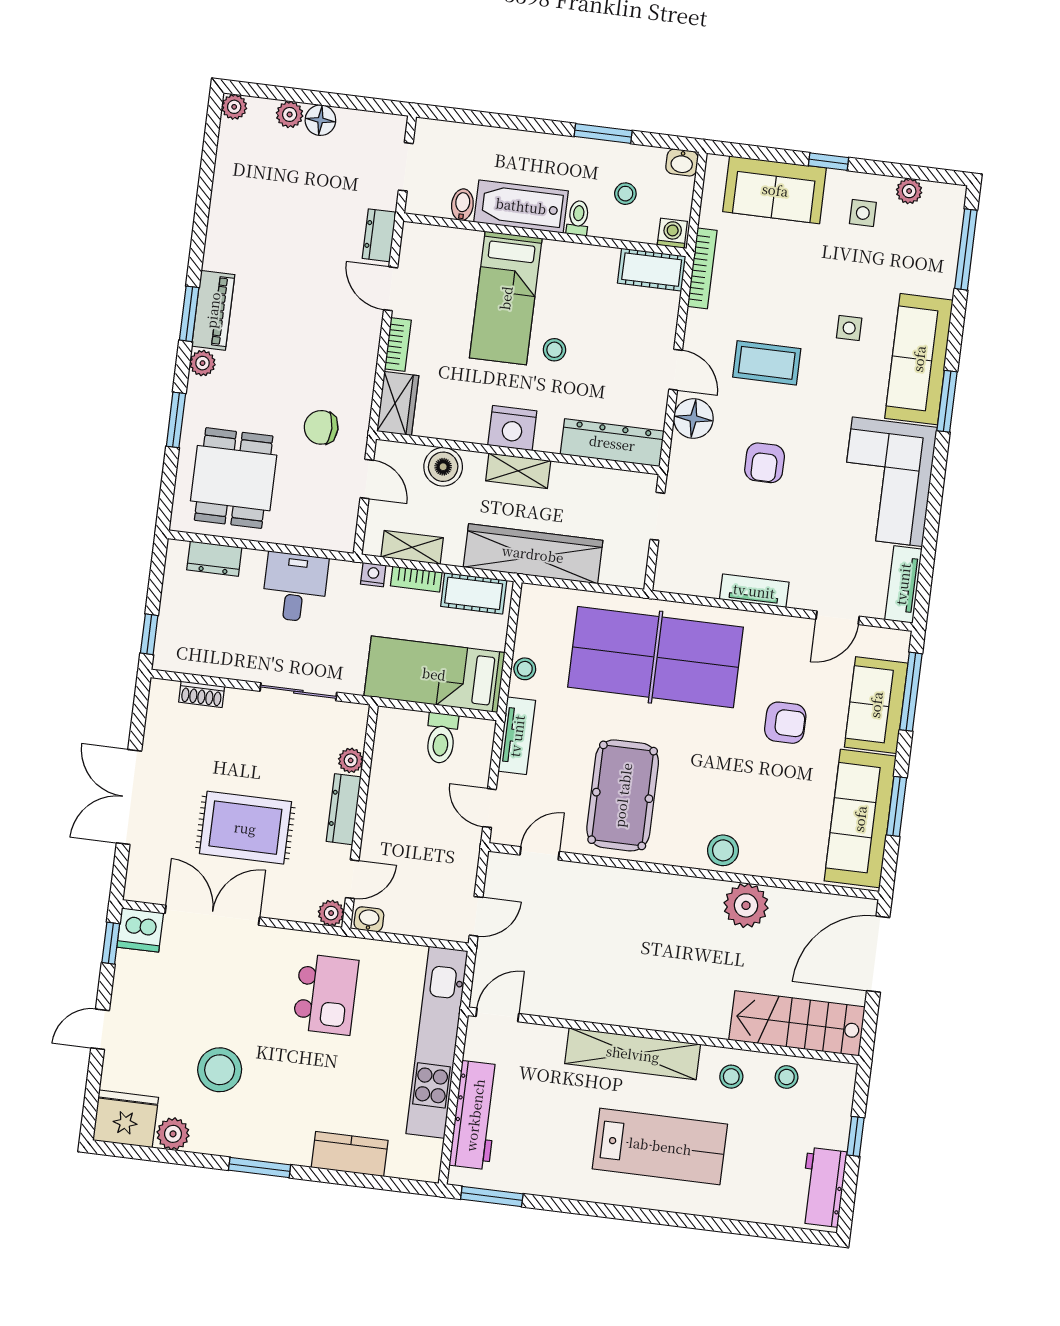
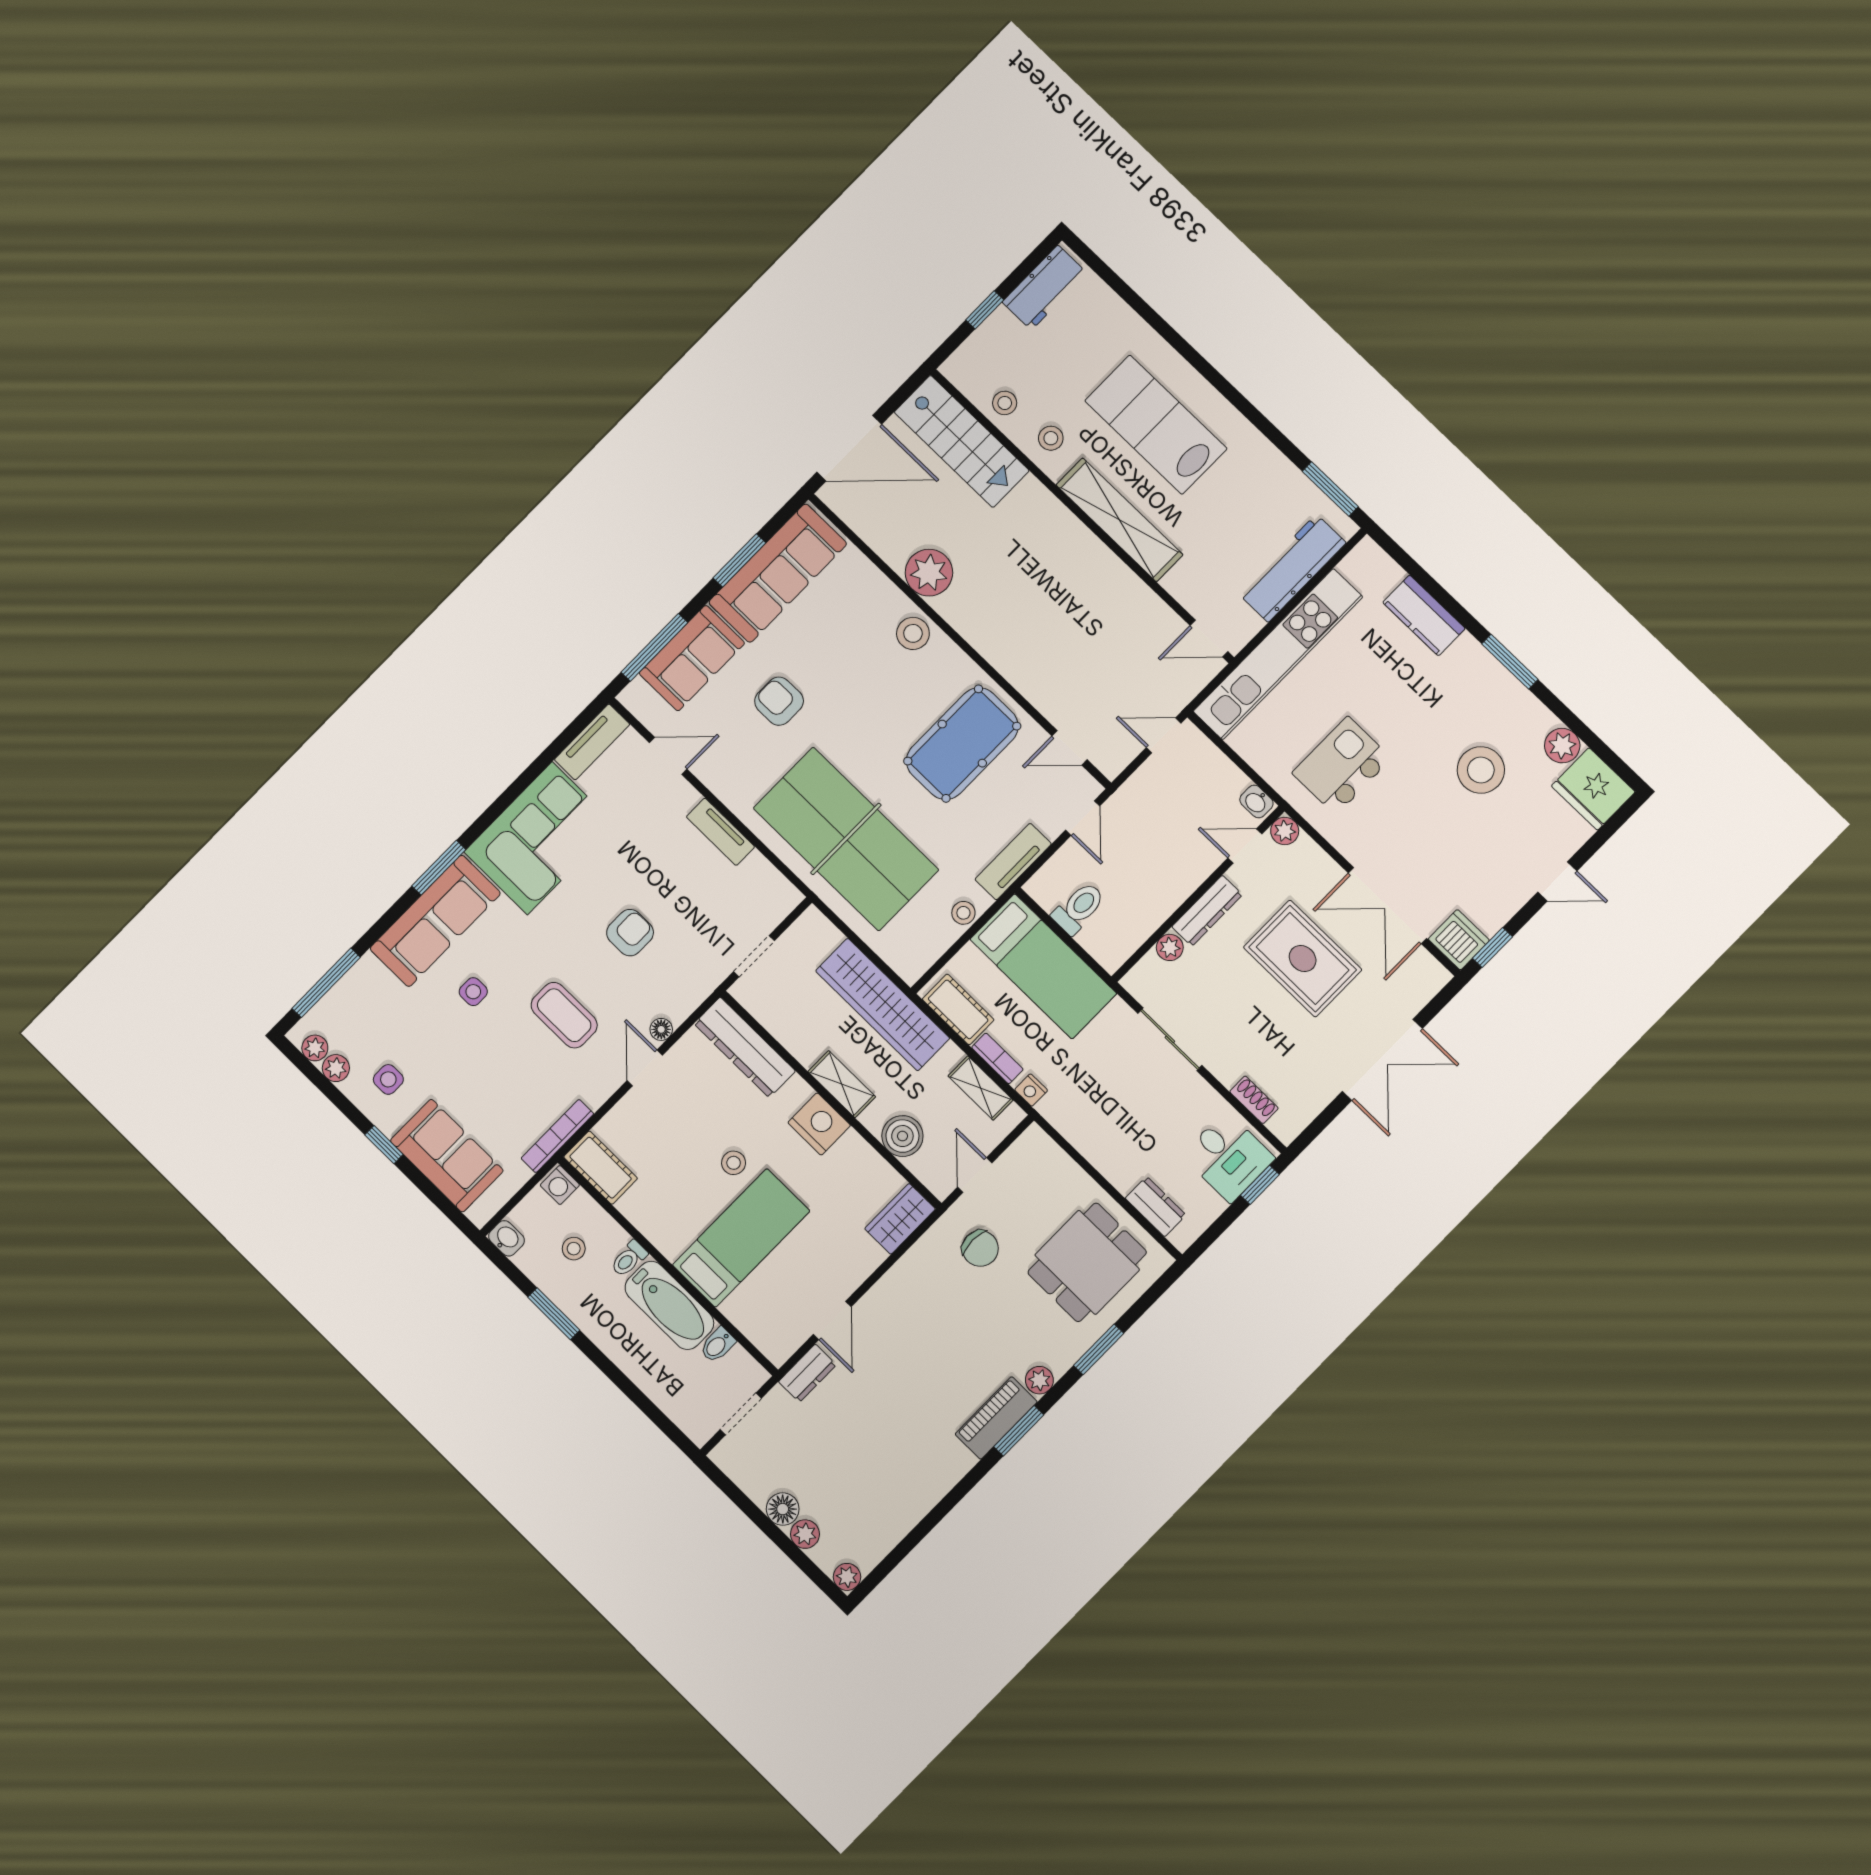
plant: (937, 194) -> (315, 1048), added
bookcase: (398, 344) -> (862, 1269), removed
floor lamp: (693, 418) -> (661, 1029), width x0.53, depth x0.53
desk: (295, 587) -> (1228, 1157), moved, turned -90

